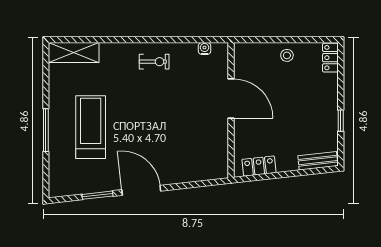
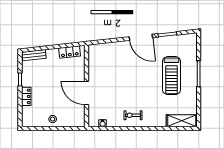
locker: (330, 58) -> (26, 96), moved

